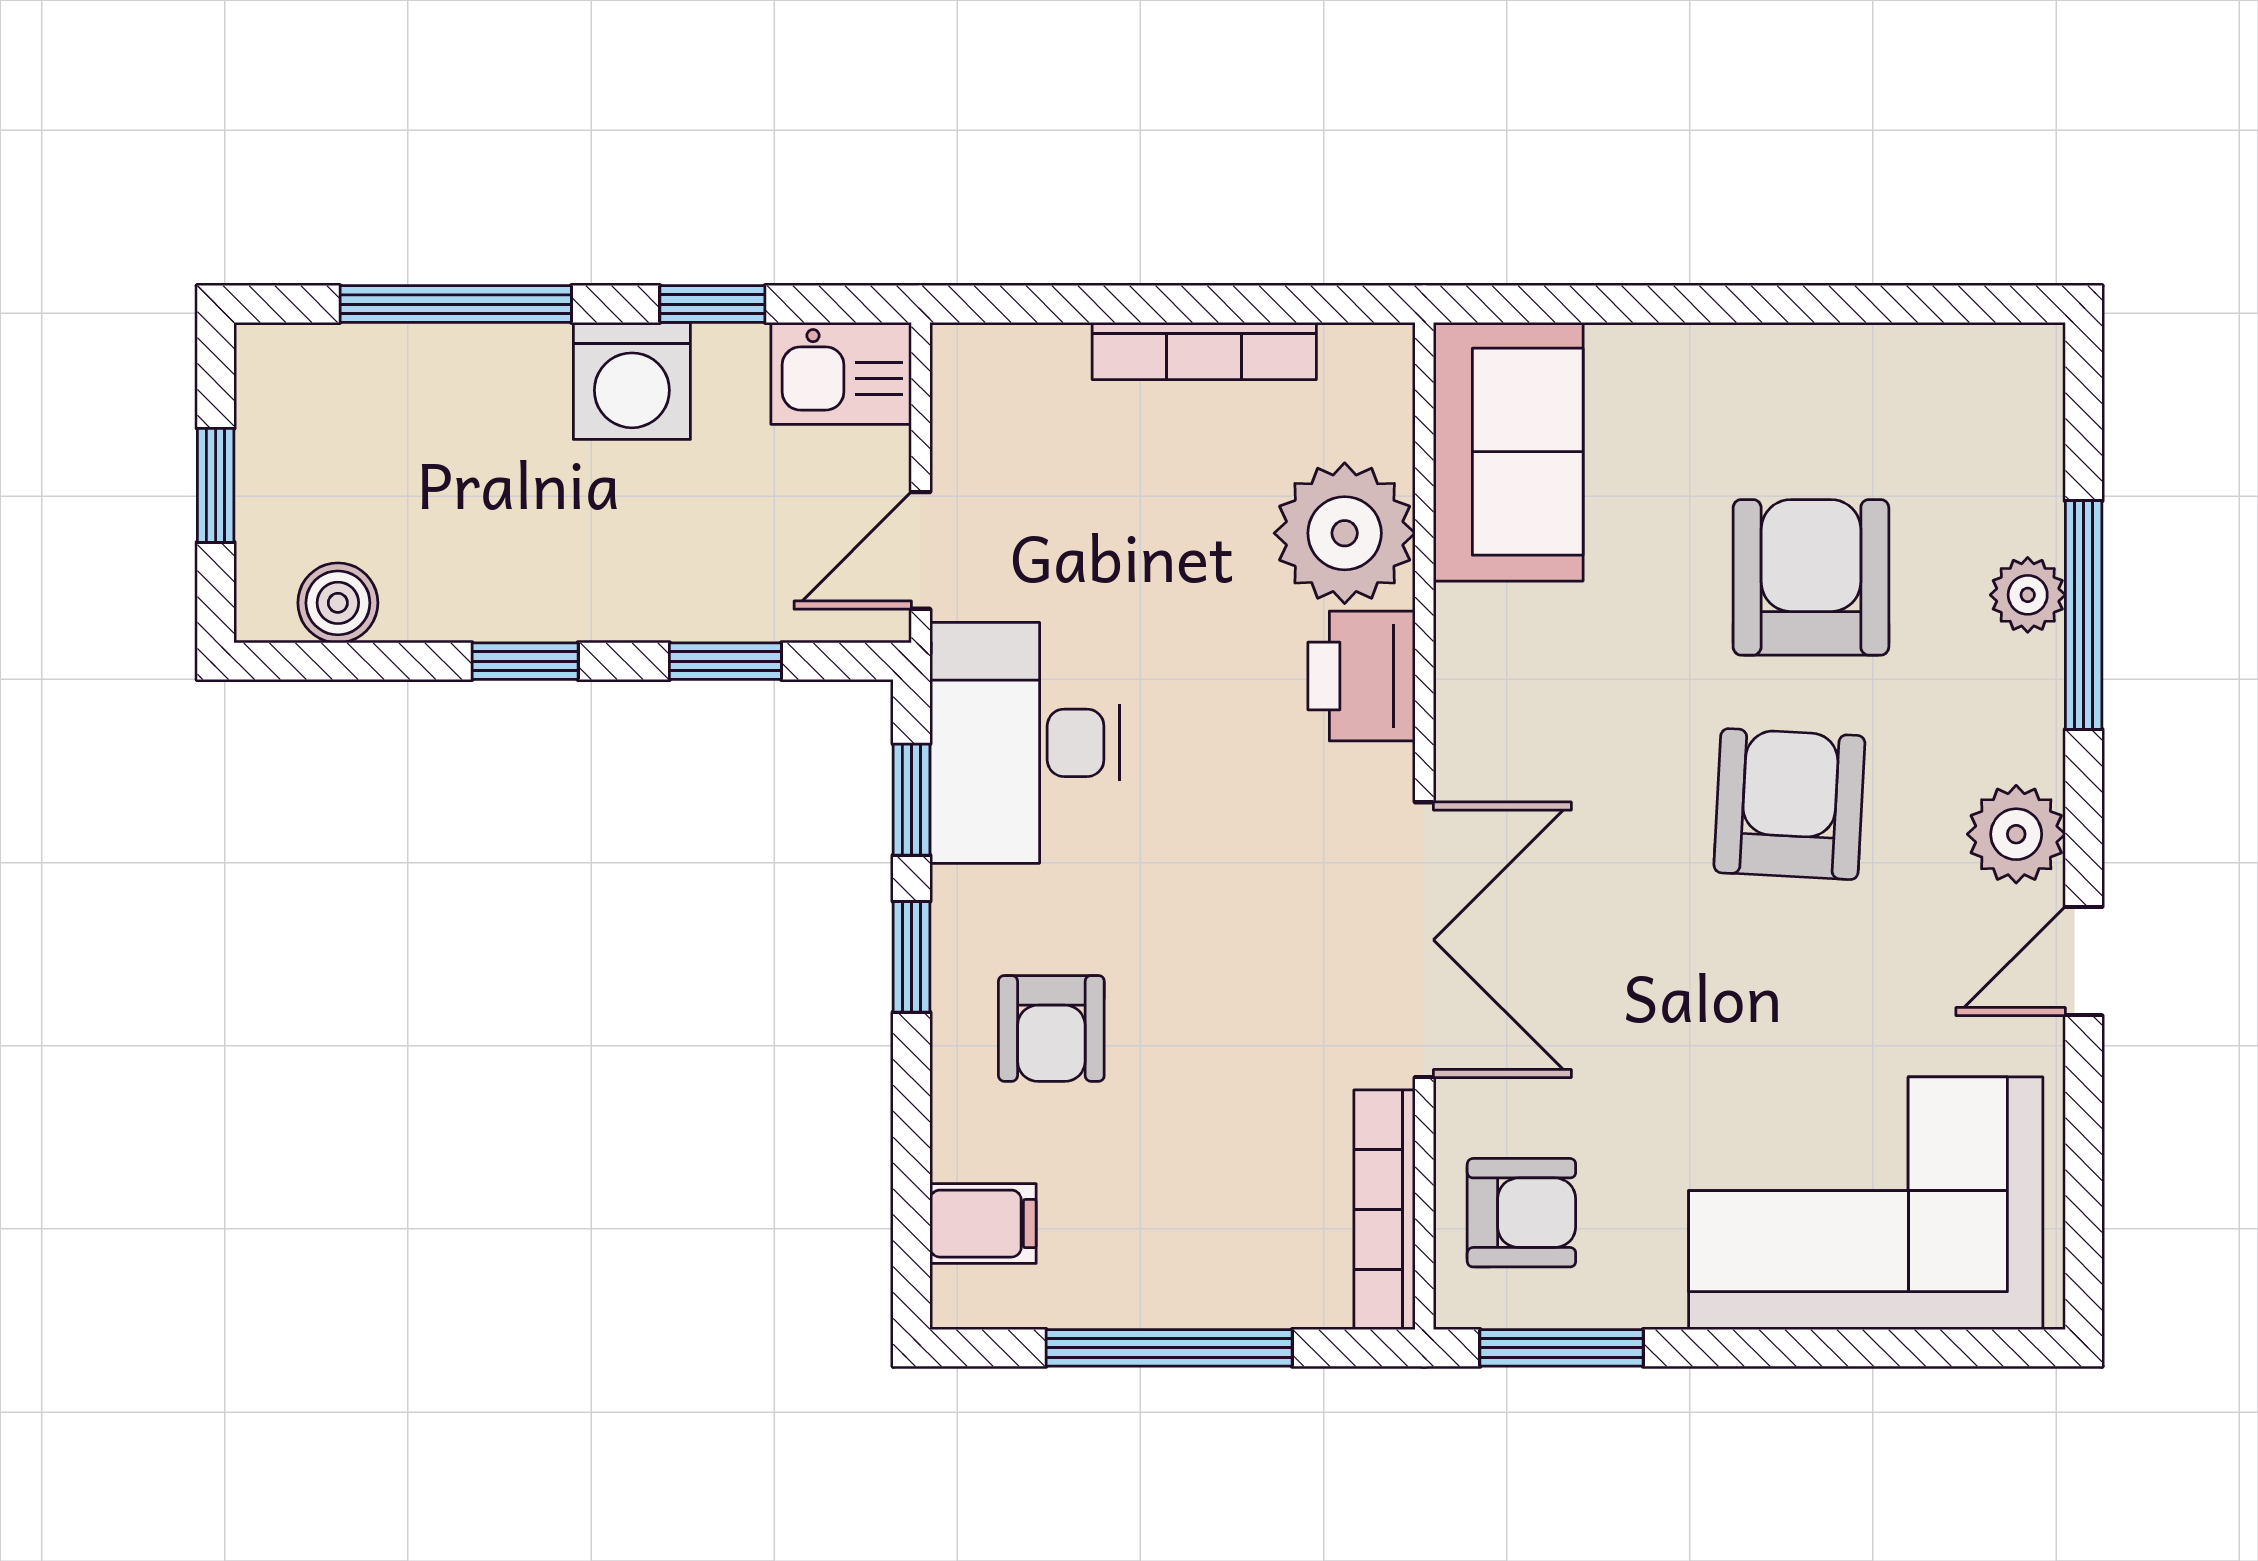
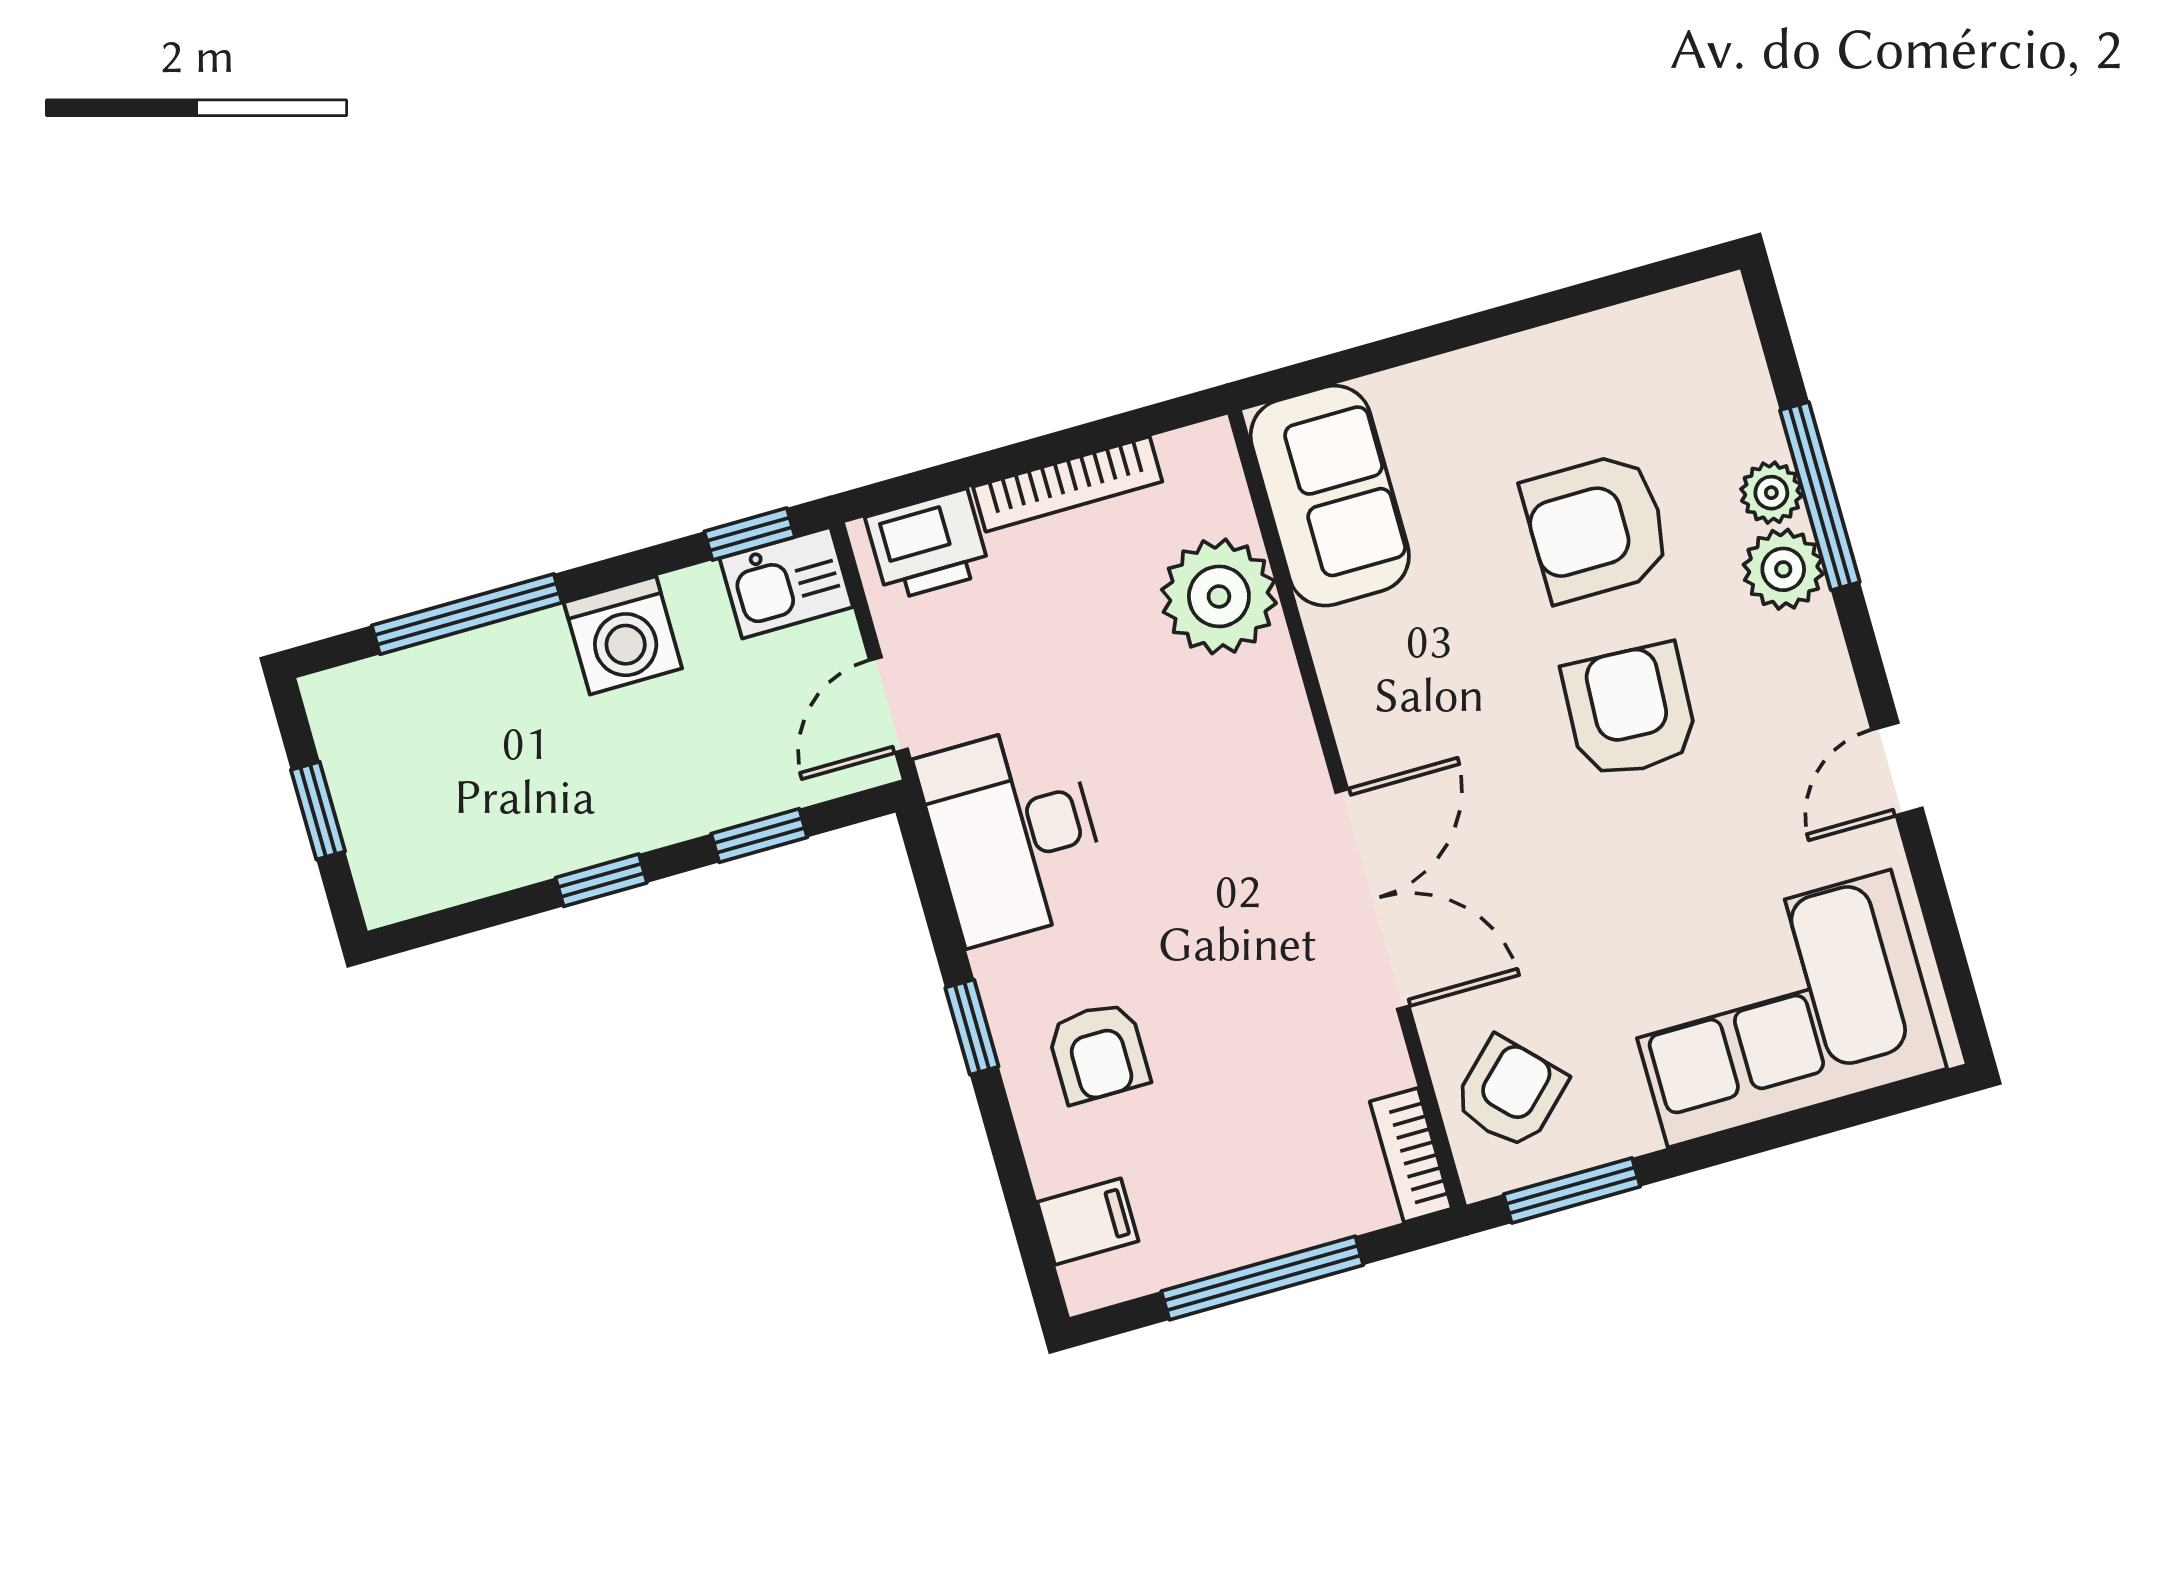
window: (712, 304) -> (750, 534), moved
armchair: (1811, 577) -> (1597, 527), turned -90
boiler: (338, 603) -> (441, 876), removed
printer: (1361, 676) -> (928, 545), moved, turned -90
window: (911, 800) -> (937, 903), removed
plant: (2016, 834) -> (1783, 569), moved
bookcase: (1384, 1210) -> (1411, 1155), width x0.64
armchair: (1521, 1213) -> (1510, 1093), turned -44

